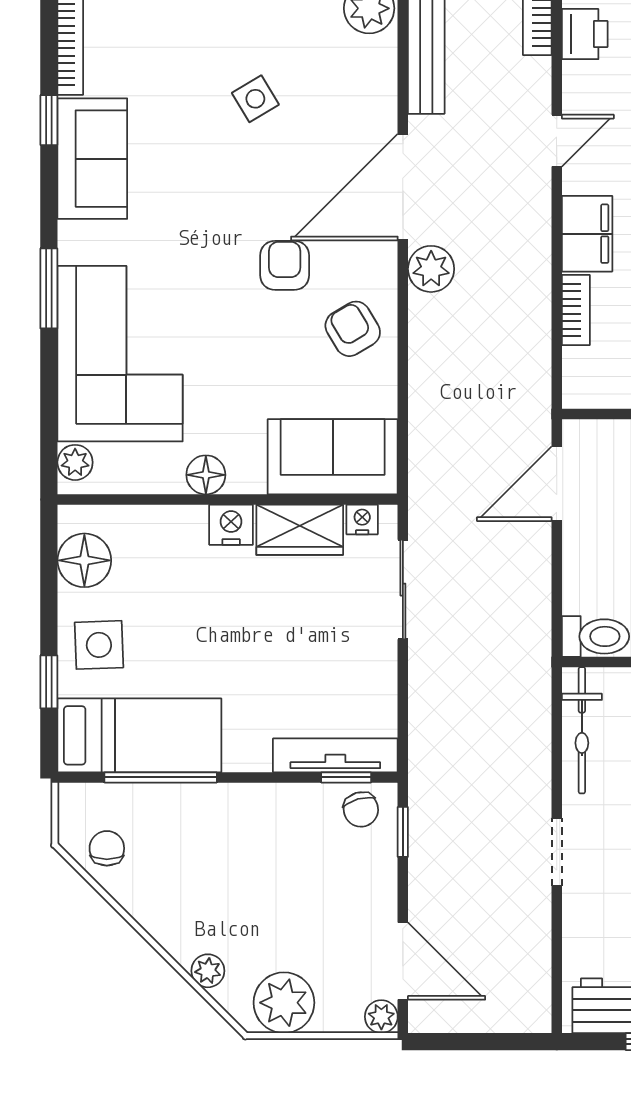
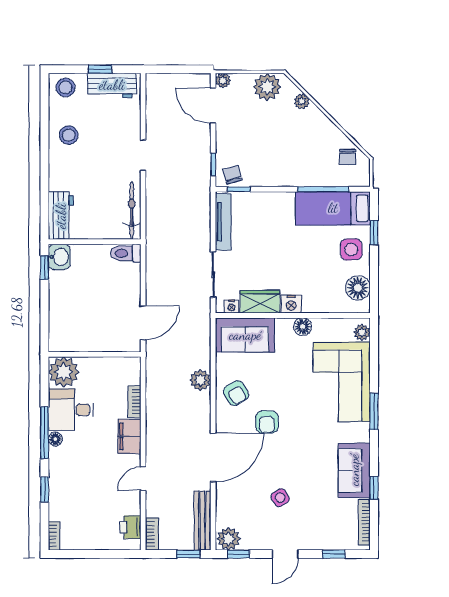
plant: (431, 269) -> (200, 380), moved
tv unit: (335, 755) -> (223, 222), moved, turned -90

